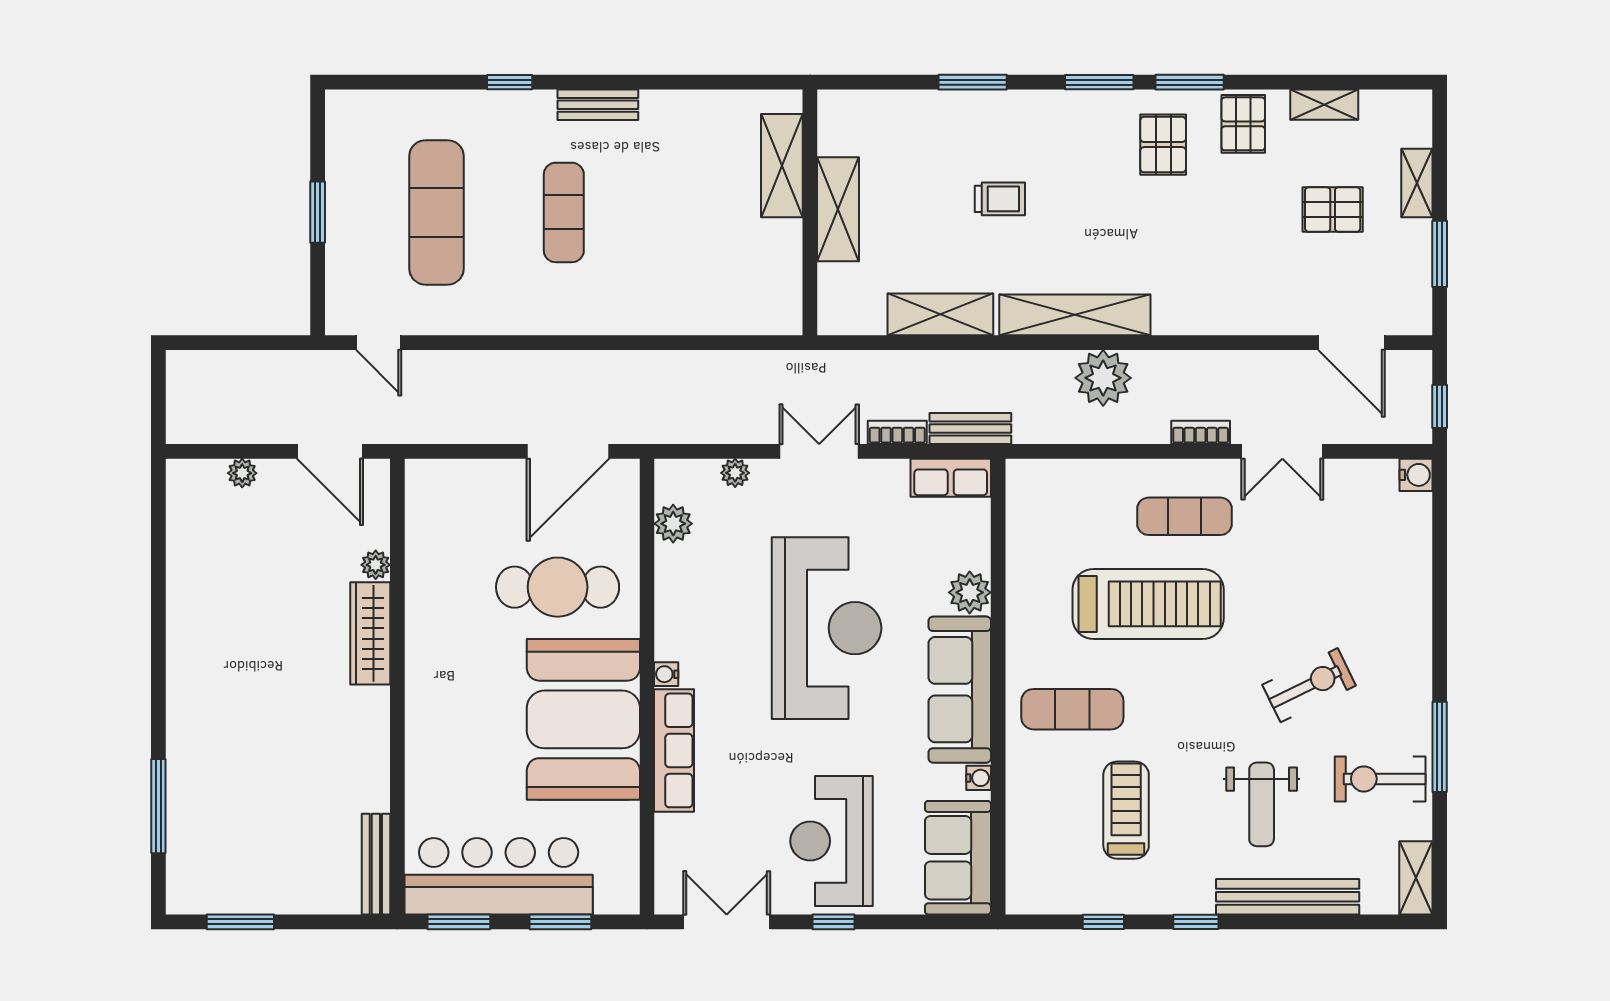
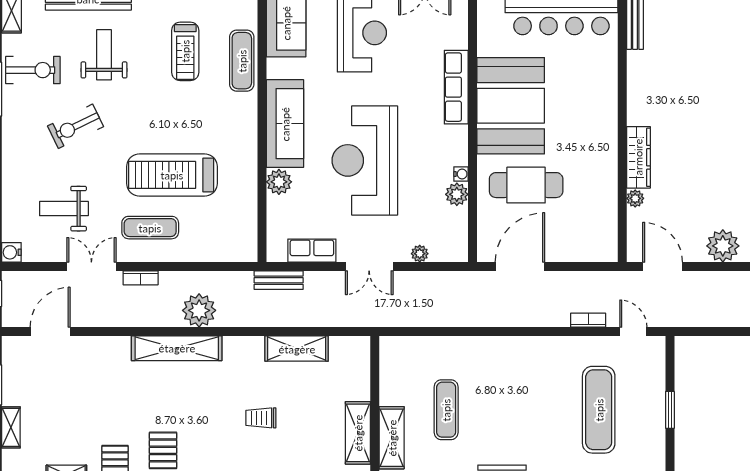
shelving: (838, 209) -> (358, 433), moved
pallet: (1333, 210) -> (61, 411), removed
exercise mat: (564, 212) -> (446, 410), moved
shelving: (1075, 315) -> (177, 348), moved
door: (1351, 343) -> (50, 332), hinge flipped
bookcase: (897, 432) -> (588, 320), moved, turned 180
plant: (242, 473) -> (723, 246), width x1.87, depth x1.87
row of seats: (951, 478) -> (312, 251), moved
plant: (673, 524) -> (457, 194), moved
weight bench: (1328, 548) -> (64, 209), added
water cooler: (666, 674) -> (461, 174), moved
exercise mat: (1072, 709) -> (242, 61), moved, turned 90
water cooler: (979, 778) -> (274, 71), removed

